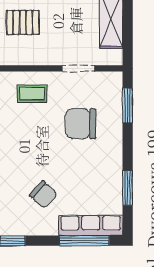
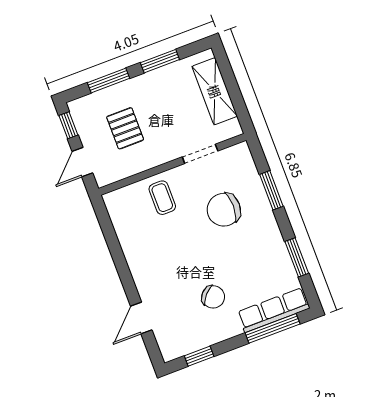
pallet: (23, 22) -> (125, 128), turned 90
coffee table: (32, 94) -> (162, 198), turned 90
window: (128, 106) -> (271, 190), moved

